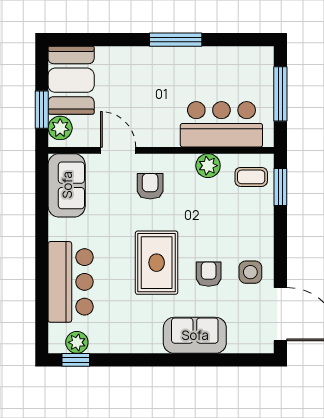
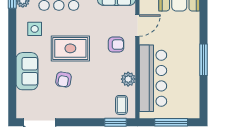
bar counter: (221, 124) -> (153, 78), width x1.36
side table: (250, 272) -> (35, 29), moved
armchair: (209, 274) -> (63, 79), turned 99

